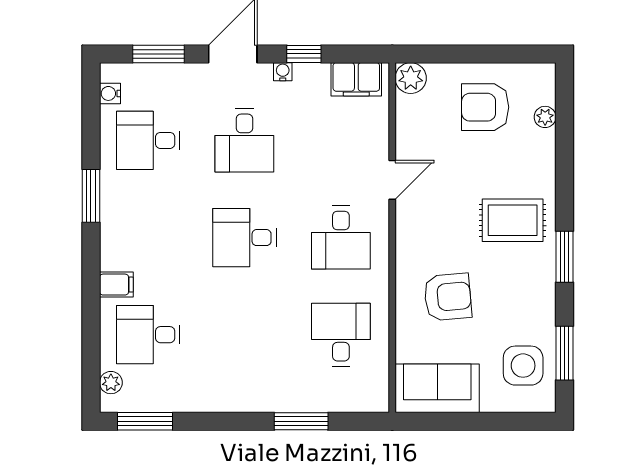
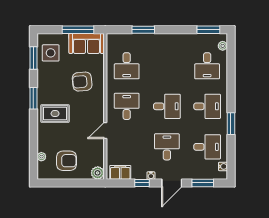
desk: (148, 238) -> (207, 106), added
filing cabinet: (116, 285) -> (220, 87), removed
desk: (148, 335) -> (207, 66), turned 90
window: (458, 421) -> (78, 30), added

